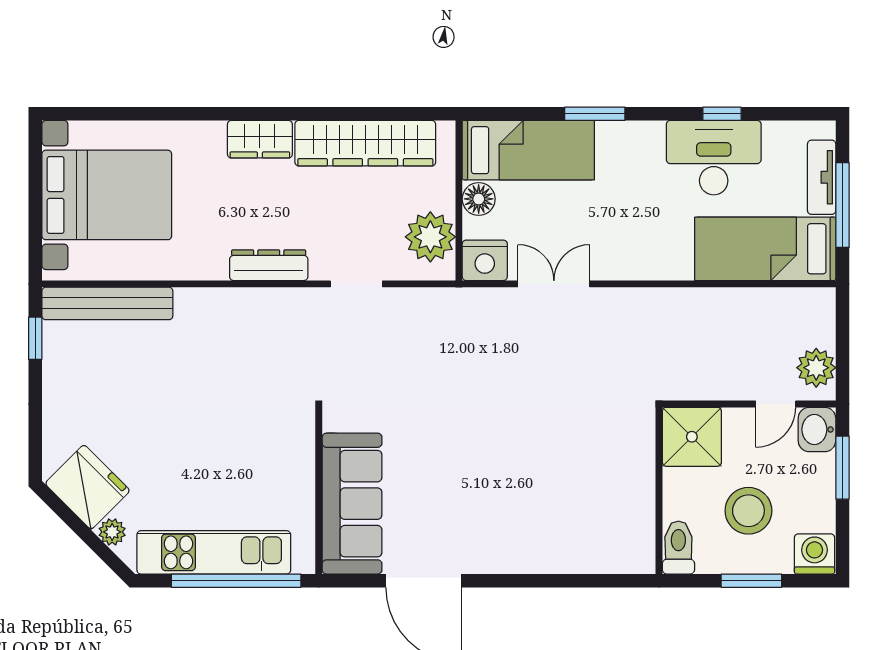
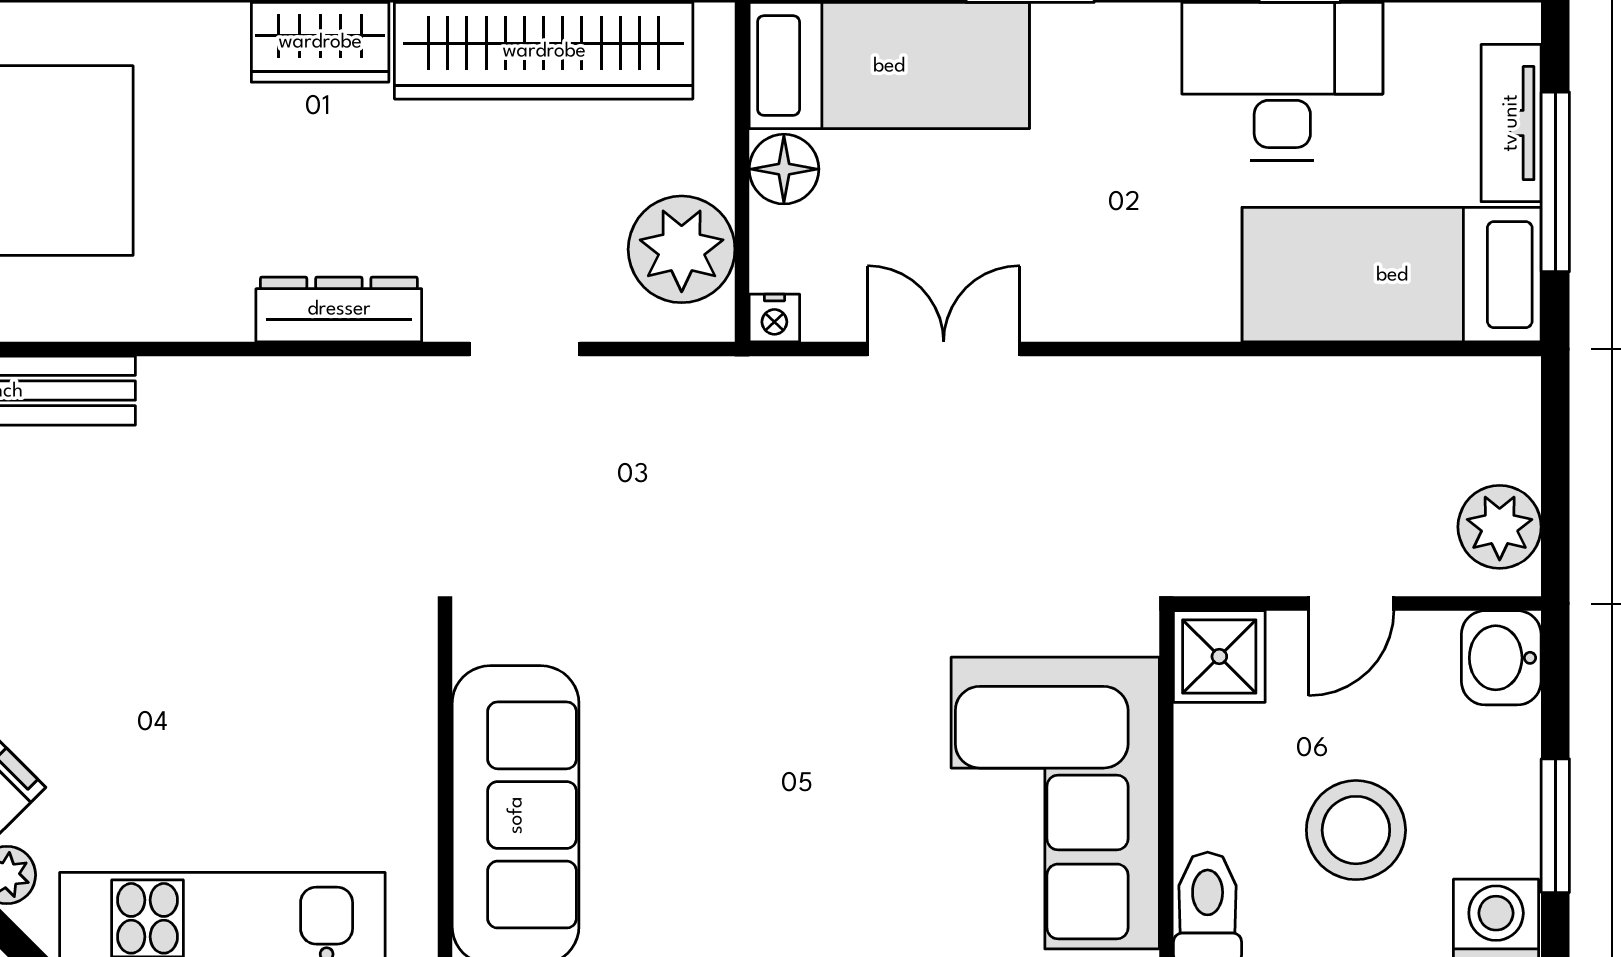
nightstand: (485, 260) -> (774, 318), width x0.53, depth x0.56
door: (776, 404) -> (1351, 604), moved
shower: (692, 437) -> (1219, 657), width x0.73, depth x0.73
window: (842, 468) -> (1555, 826), moved
corner sofa: (607, 498) -> (1055, 803), added

